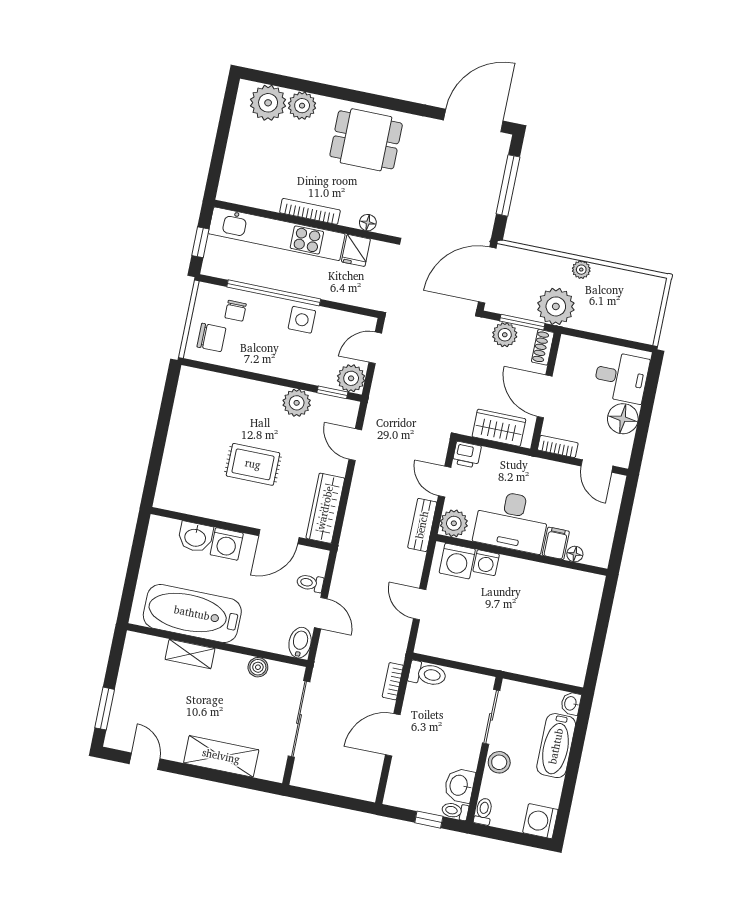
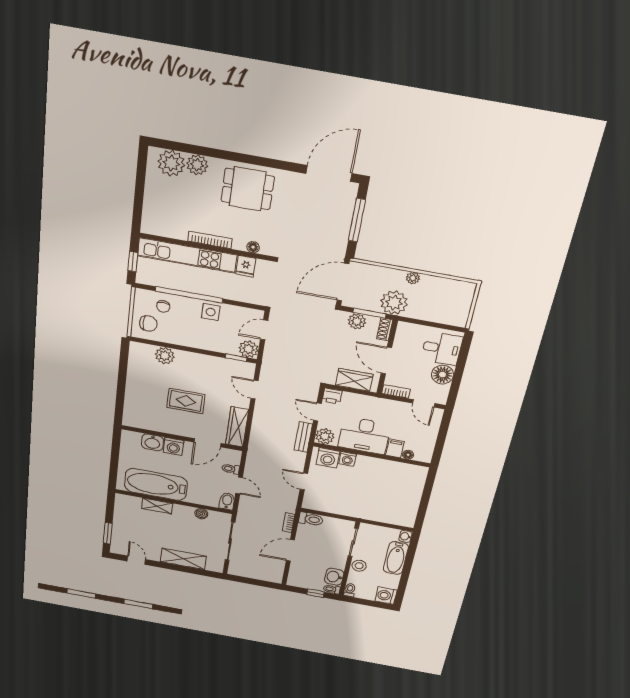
plant: (297, 403) -> (165, 356), moved

